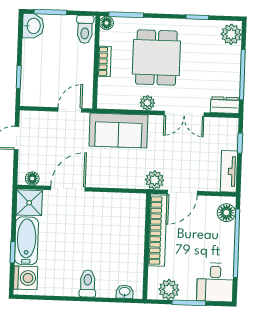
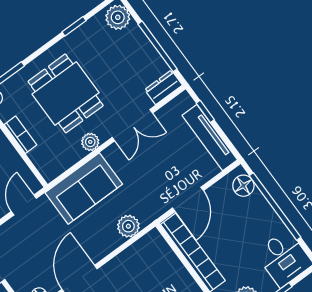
tv unit: (229, 171) -> (210, 138), width x1.41
plant: (155, 180) -> (128, 226), moved

